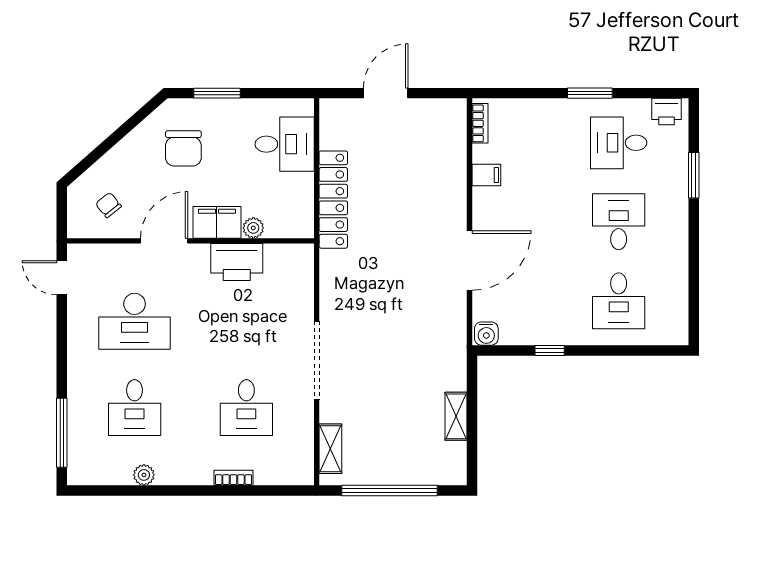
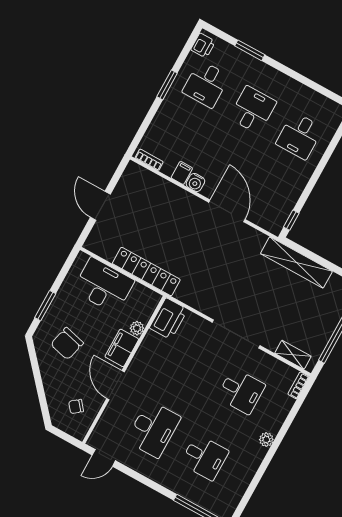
desk: (285, 144) -> (104, 286), width x1.37
chair: (183, 148) -> (67, 344), turned 104
desk: (619, 222) -> (253, 110), turned 90
printer: (237, 262) -> (169, 319), moved
desk: (619, 301) -> (299, 136), turned 90
water cooler: (486, 334) -> (195, 182), moved, turned 90
window: (550, 350) -> (291, 220), moved
shelving: (456, 416) -> (296, 262), width x2.20, depth x1.33
plant: (144, 475) -> (266, 440), moved
bookcase: (233, 478) -> (298, 385), moved

